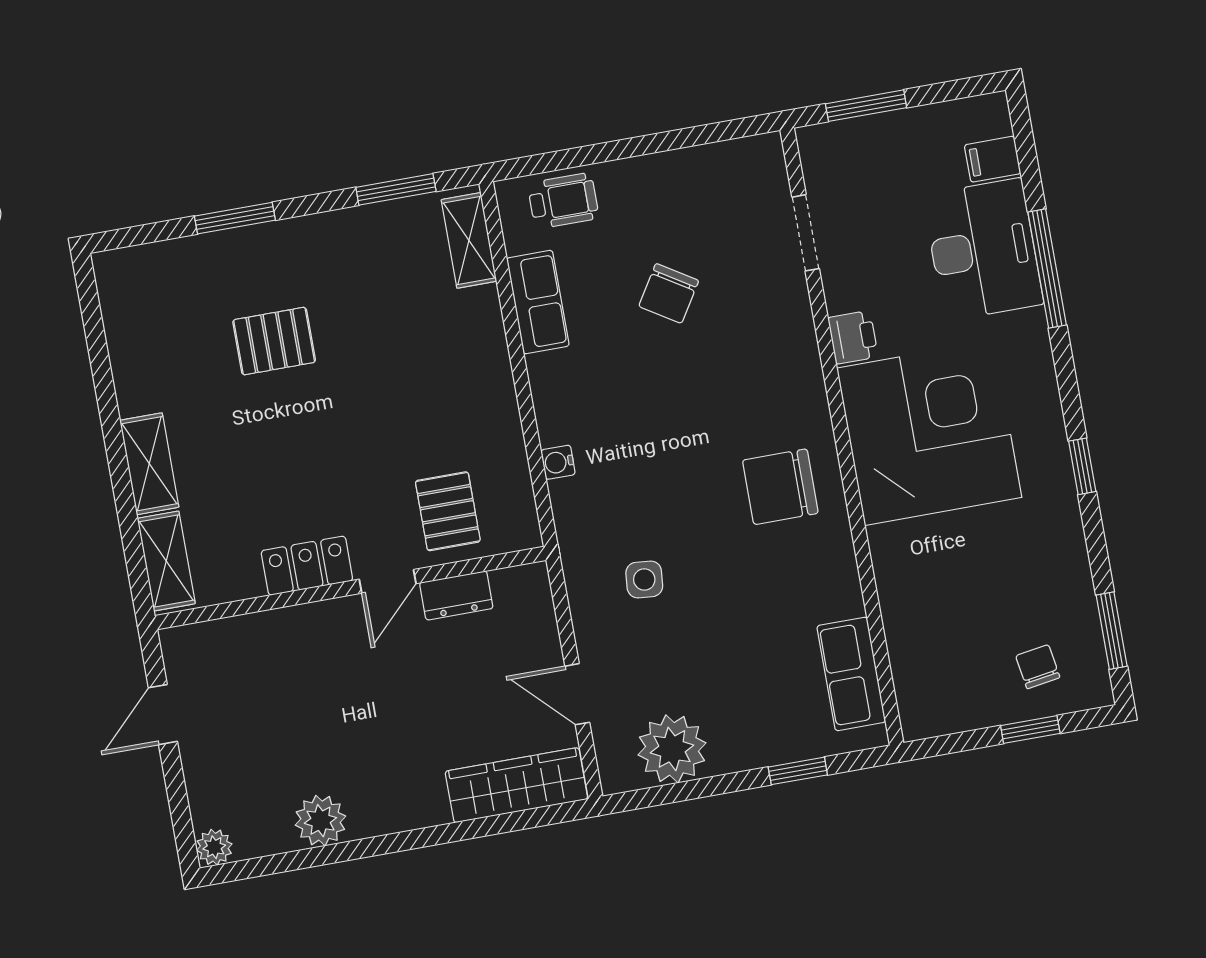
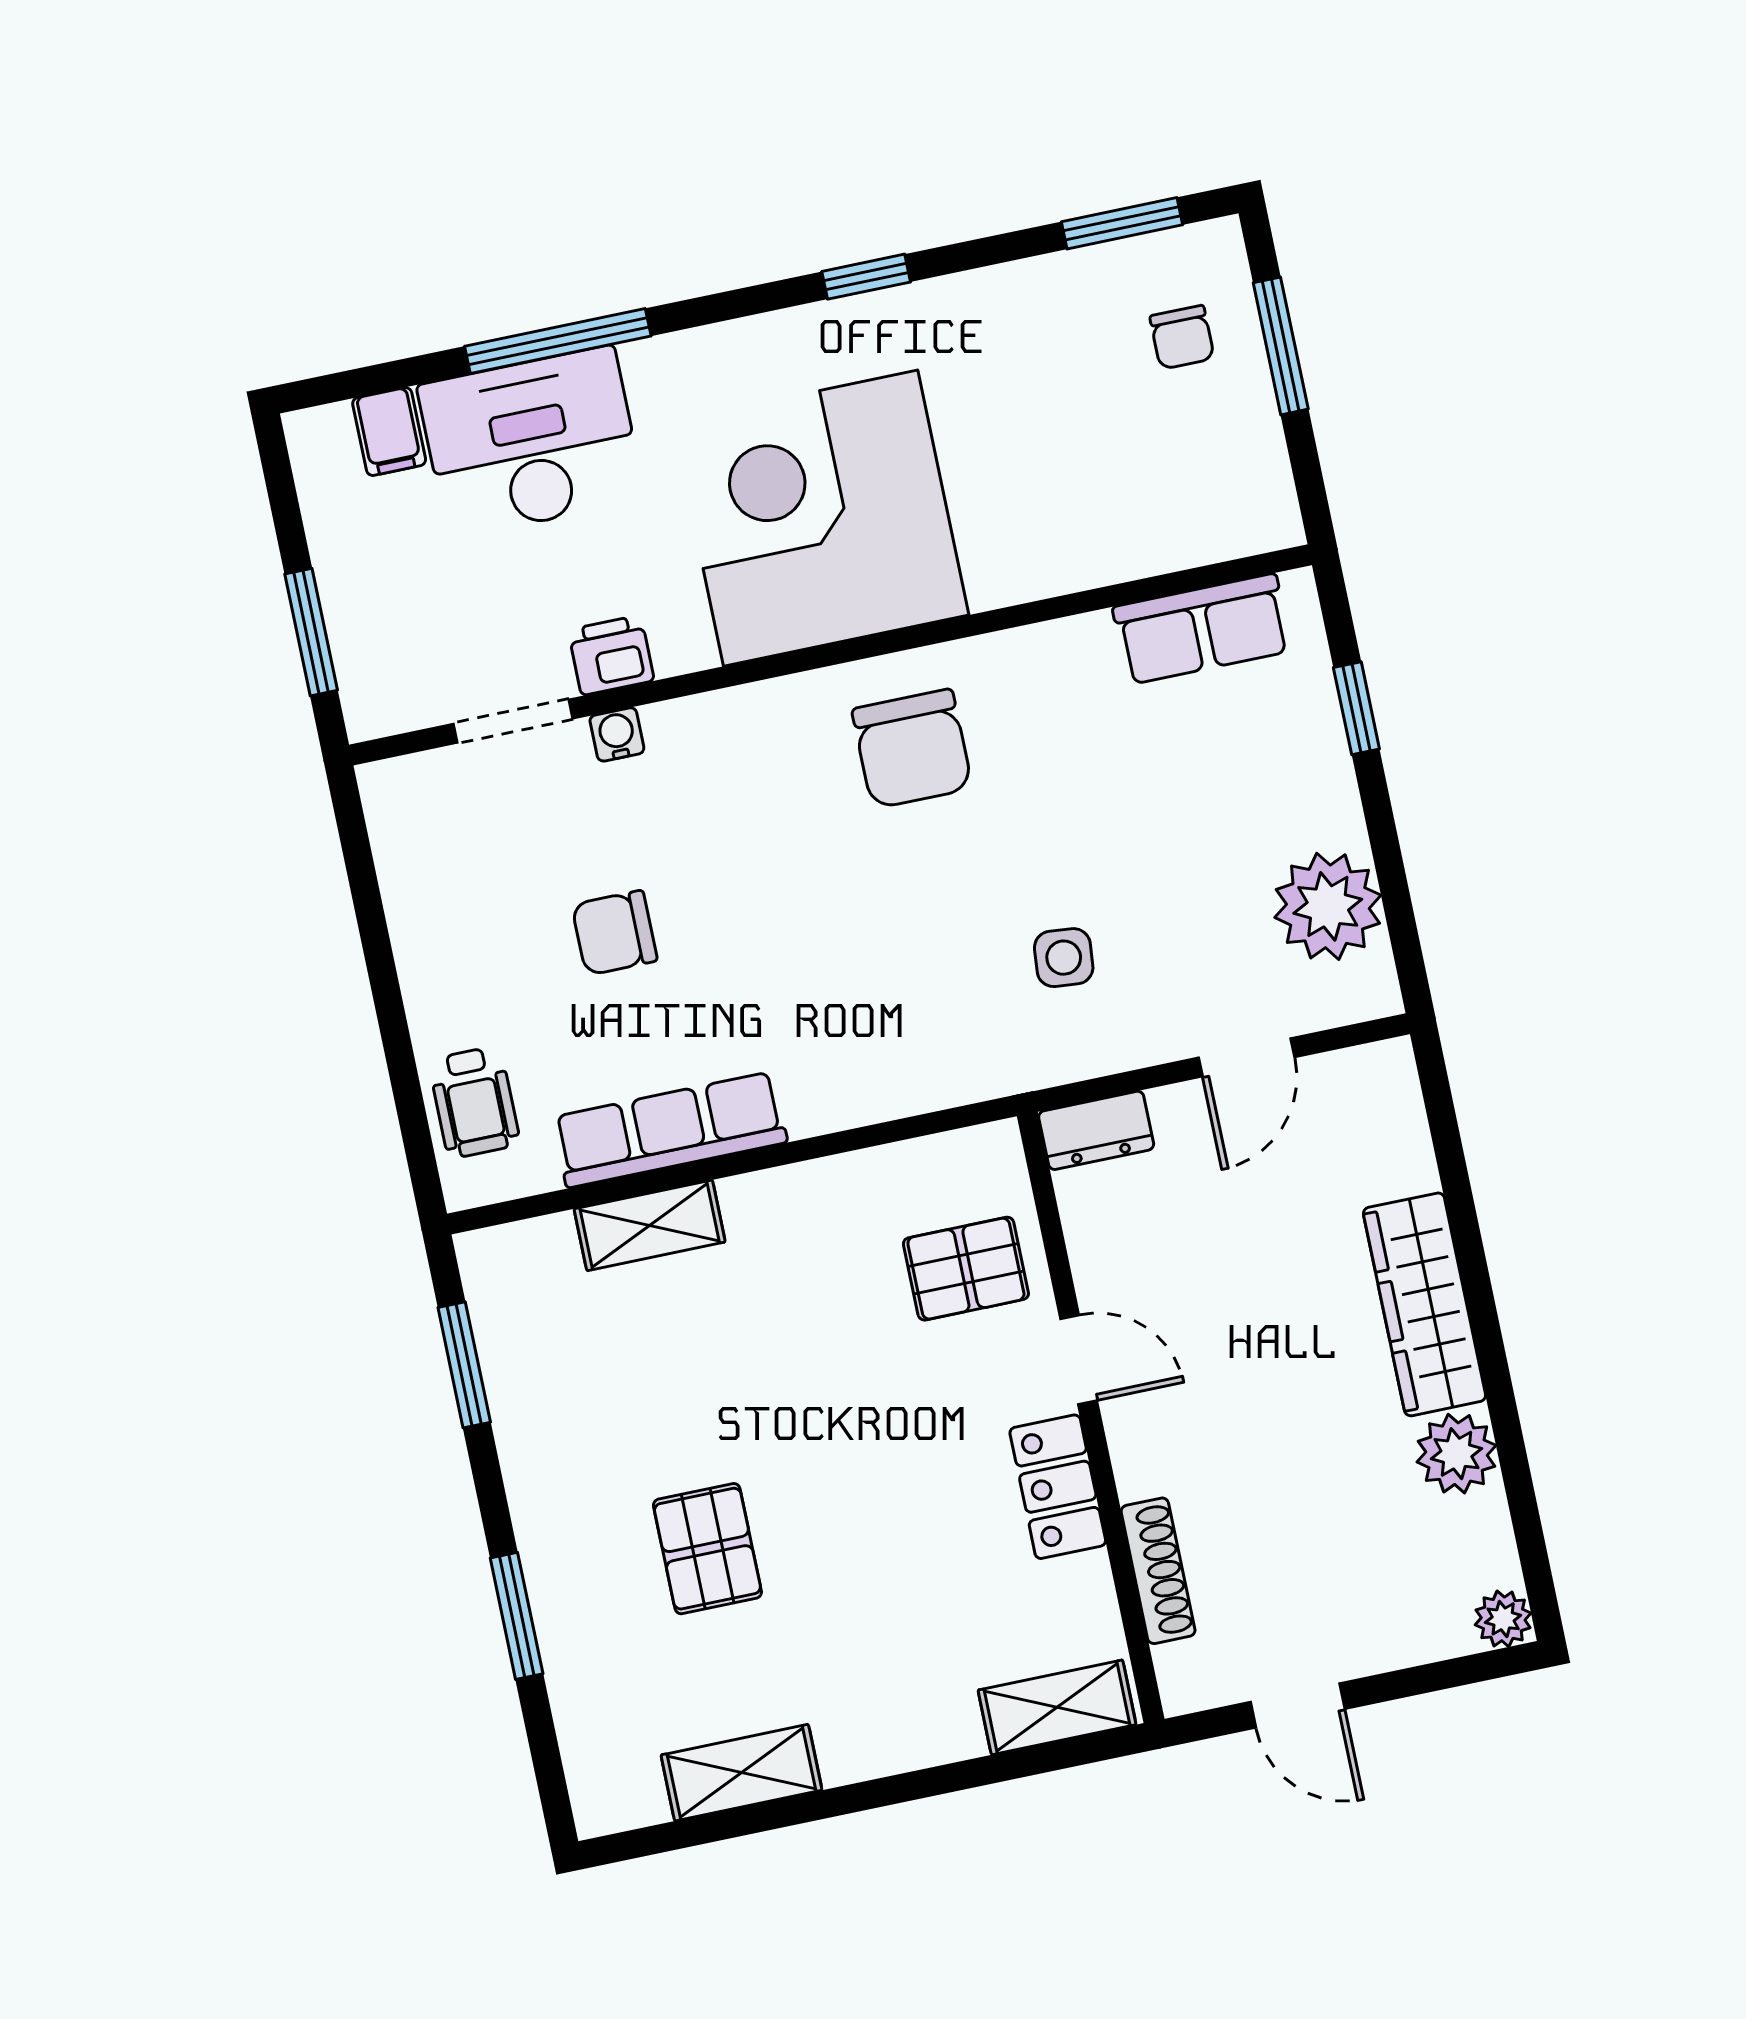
wheelchair: (563, 201) -> (474, 1102), turned 180
shelving: (469, 240) -> (650, 1225), moved
chair: (669, 293) -> (614, 933), turned 148
row of seats: (538, 302) -> (670, 1130), width x1.48
printer: (853, 337) -> (611, 655), moved
water cooler: (558, 462) -> (617, 734), moved, turned 180
shelving: (149, 464) -> (742, 1773), moved
dresser: (456, 595) -> (1096, 1130), moved, turned 90
shoe rack: (251, 628) -> (1158, 1571), added
chair: (1038, 667) -> (1182, 337), turned -81
window: (1030, 729) -> (1281, 346), width x1.50
wardrobe: (516, 785) -> (1424, 1304), moved

